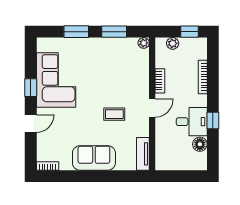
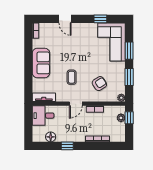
window: (189, 32) -> (129, 118), moved
armchair: (123, 74) -> (99, 84), added
corner sofa: (56, 80) -> (111, 42), moved, turned 90
window: (31, 88) -> (100, 19), moved
door: (152, 108) -> (76, 104), hinge flipped
desk: (192, 122) -> (43, 116), moved, turned 90

